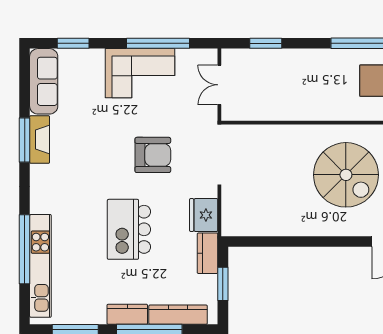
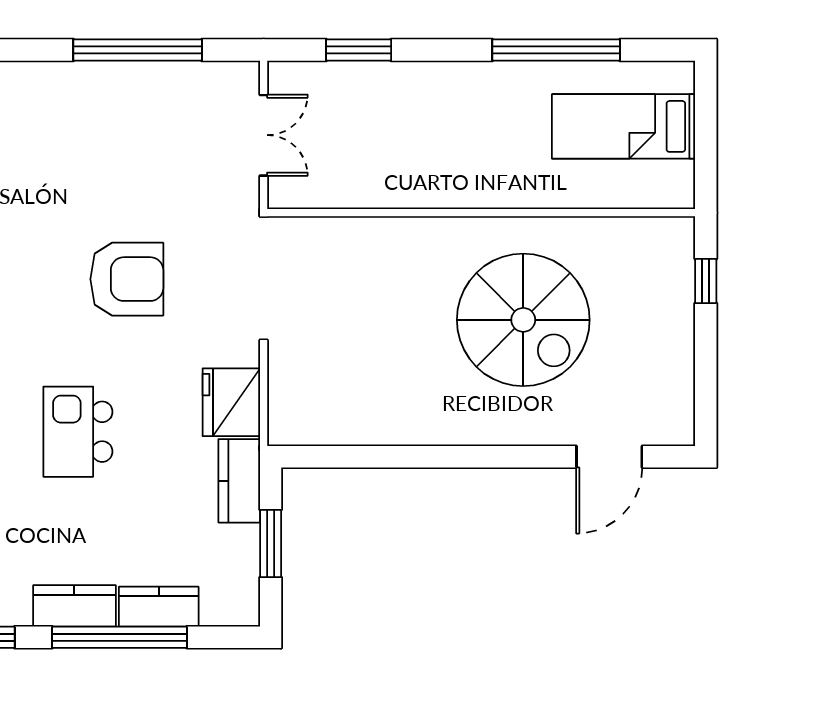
corner sofa: (140, 73) -> (101, 111), removed
double door: (219, 85) -> (264, 135), swing flipped
kitchen island: (129, 229) -> (78, 432), width x0.73, depth x0.78
kitchen counter: (178, 315) -> (159, 607), width x0.67

